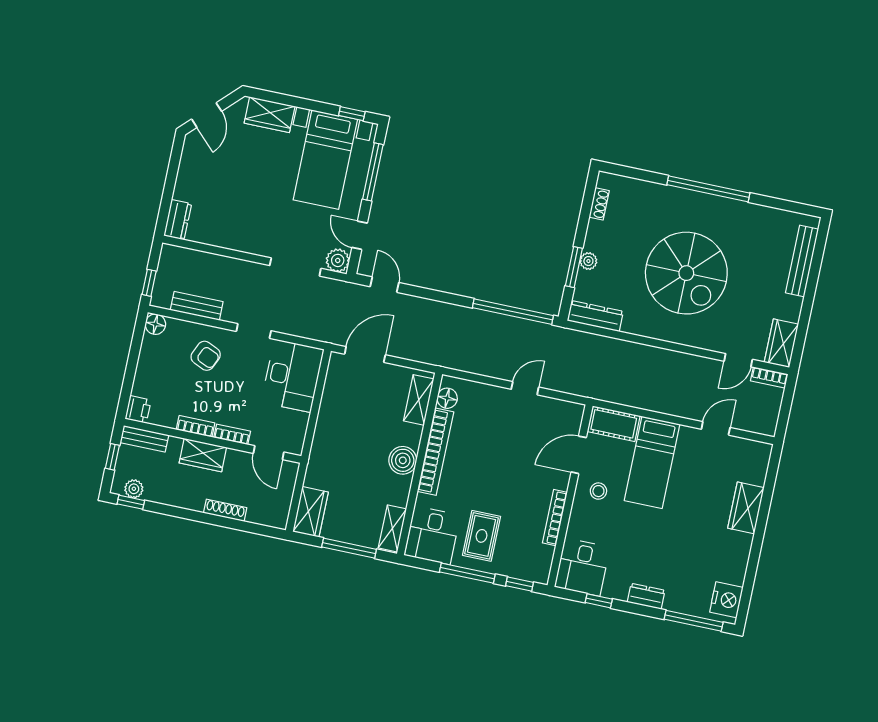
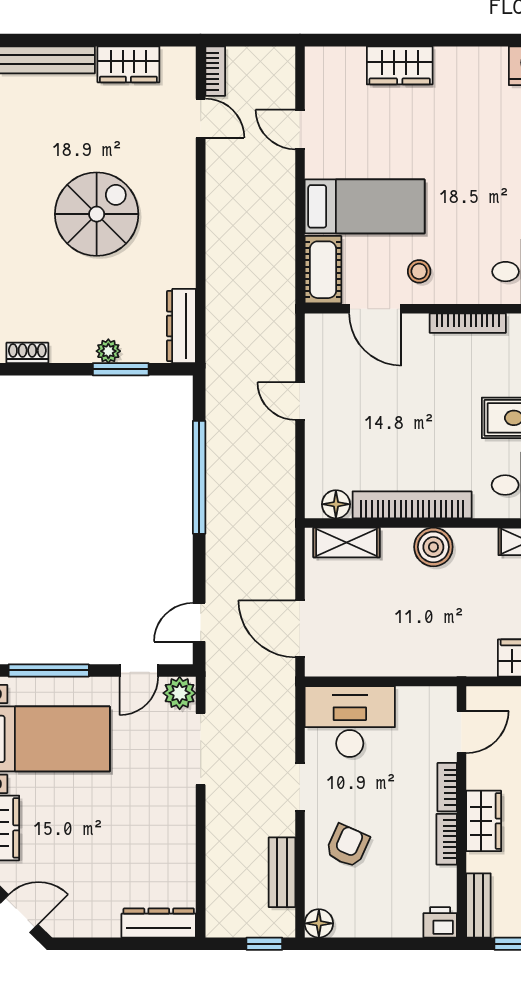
dresser: (178, 220) -> (159, 923), width x1.44
spiral stairs: (686, 273) -> (97, 214), width x0.73, depth x0.73
window: (513, 312) -> (199, 477), moved
wardrobe: (781, 343) -> (128, 64), moved

